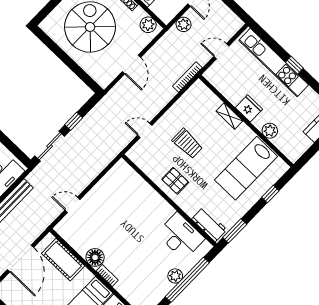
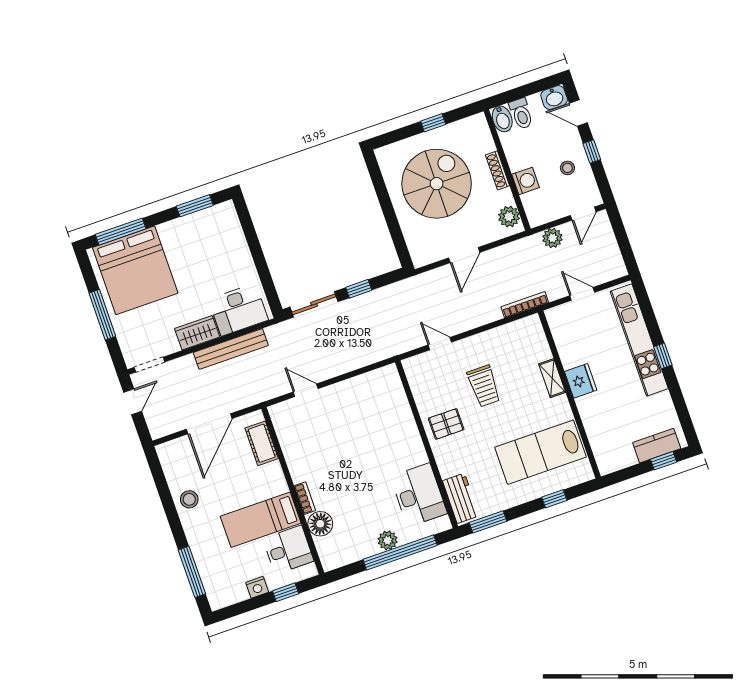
plant: (270, 131) -> (593, 421), removed
pallet: (175, 181) -> (446, 424), turned 90
floor lamp: (95, 257) -> (320, 524), moved
cot: (63, 260) -> (262, 443), width x0.73, depth x0.75

